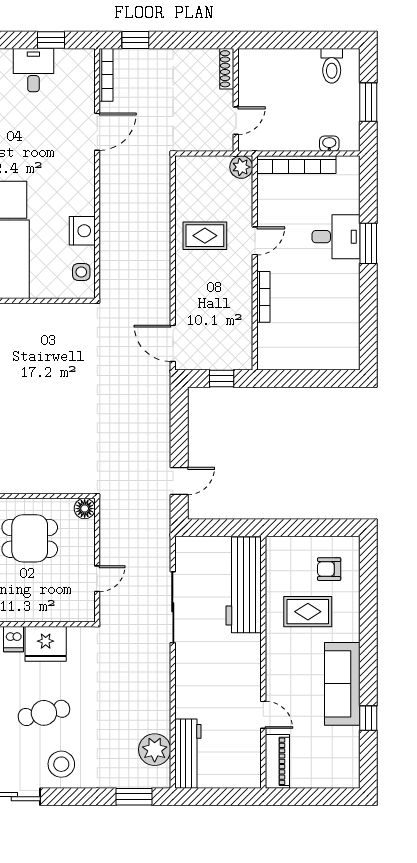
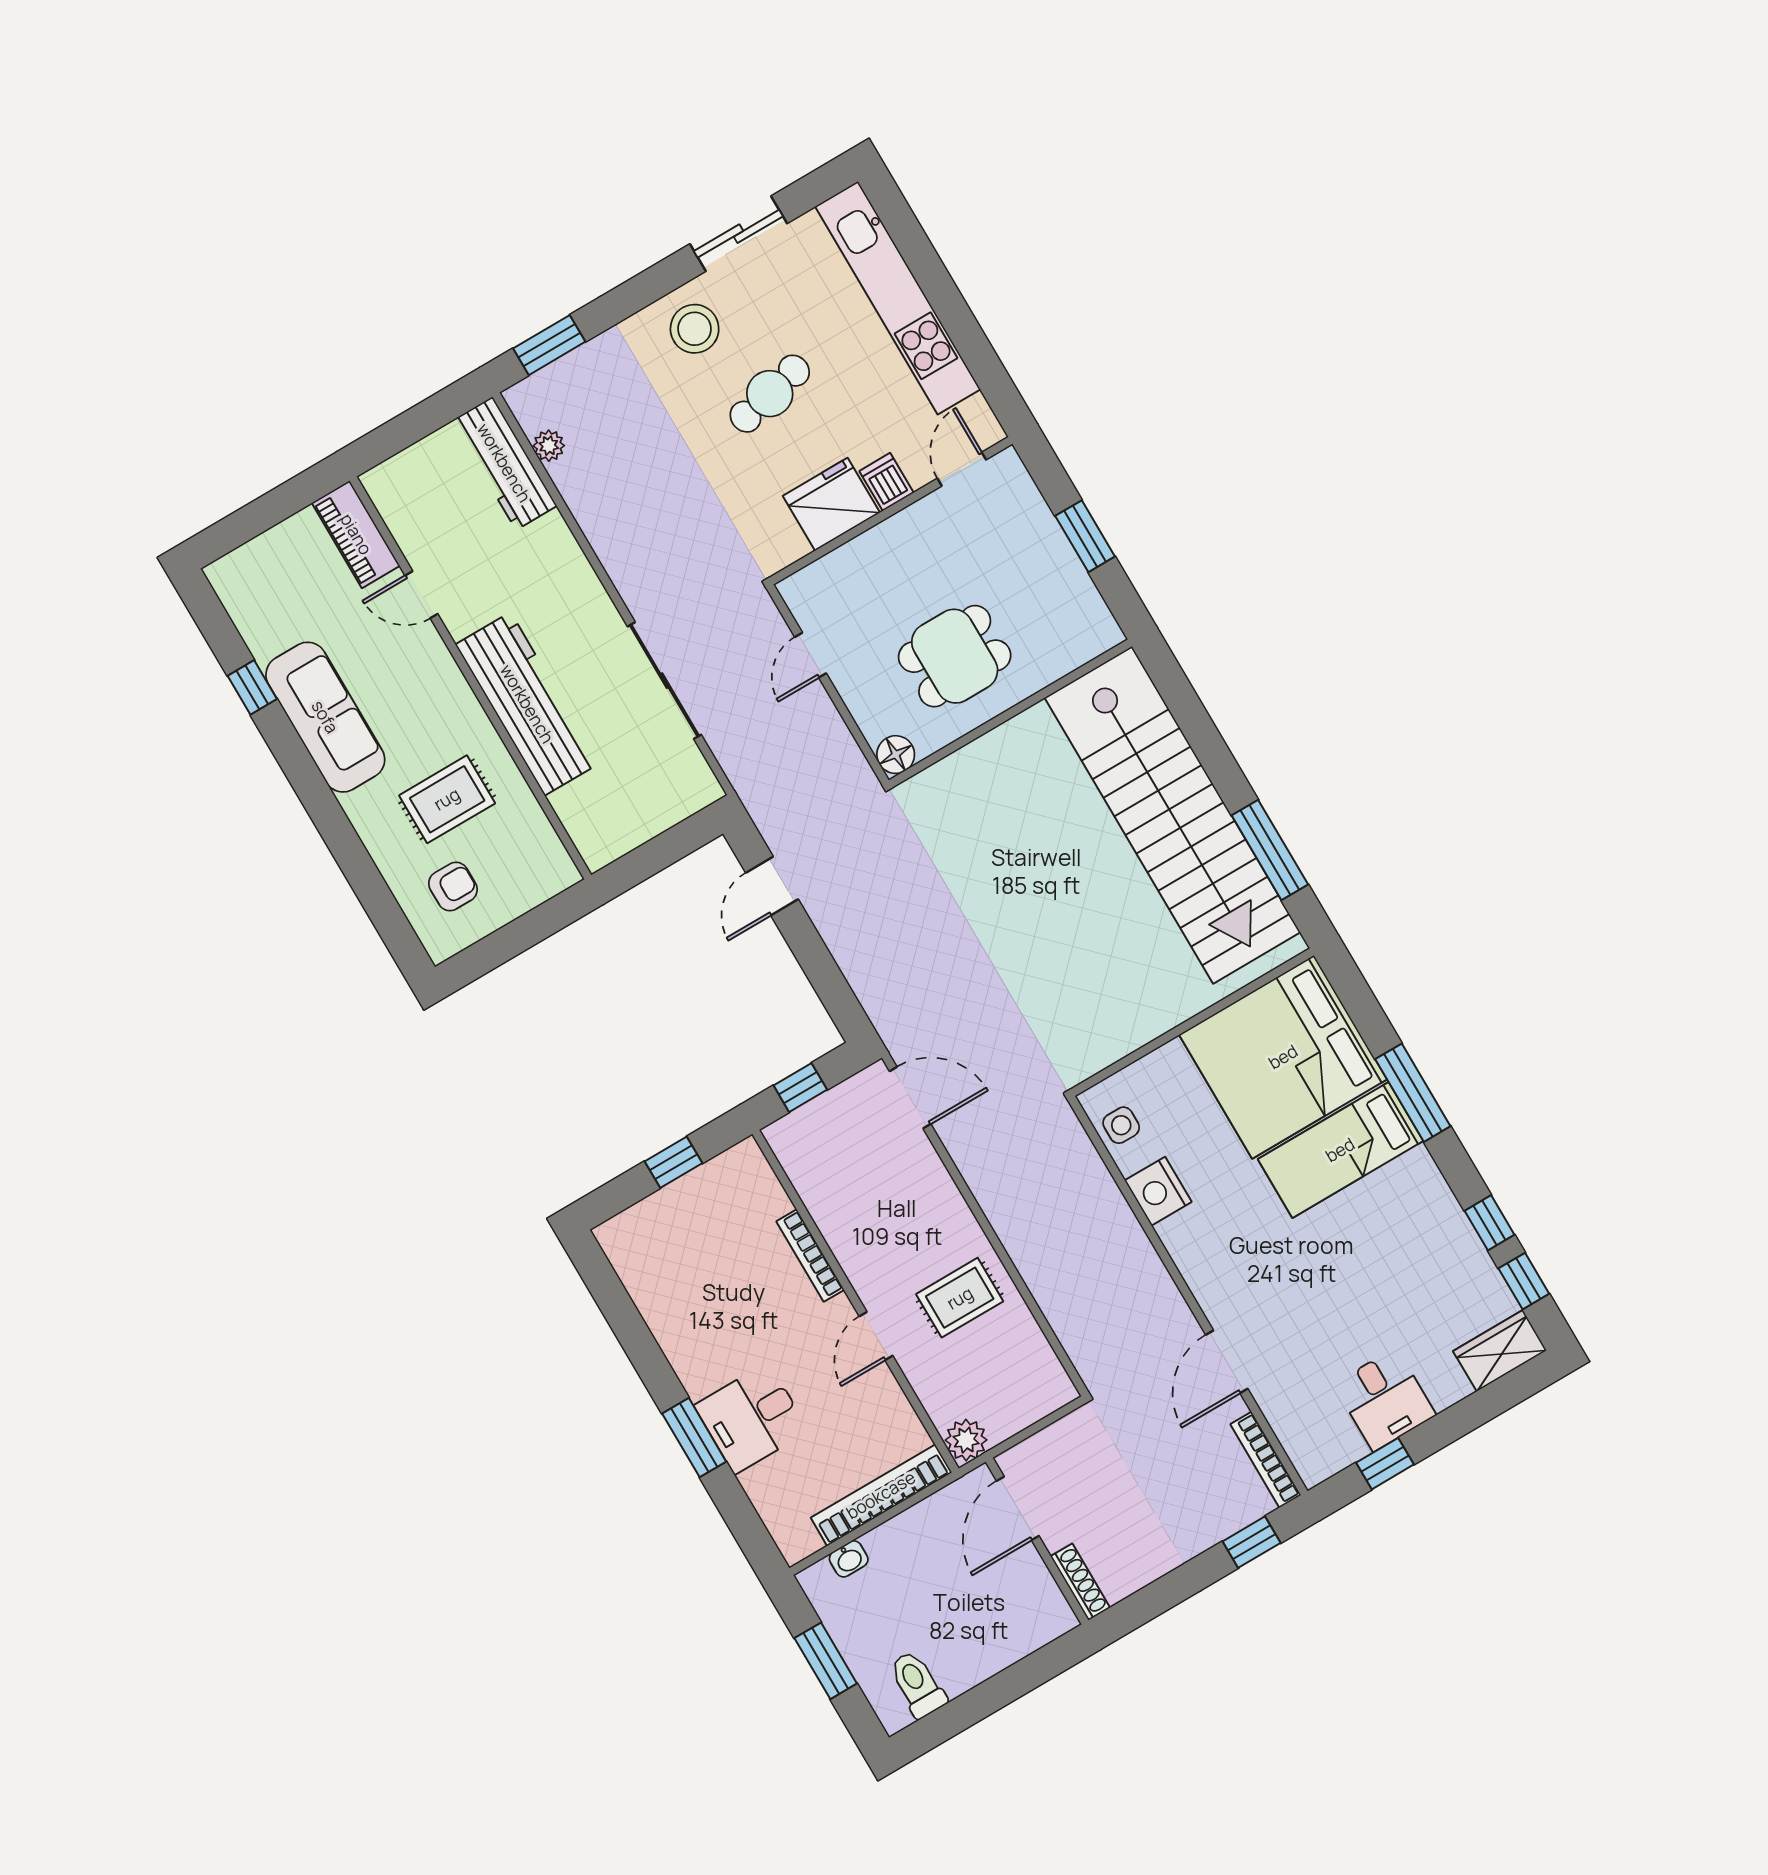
door: (236, 121) -> (1018, 1508), width x1.38
window: (302, 378) -> (674, 1162), added
workbench: (244, 585) -> (527, 704), moved
plant: (155, 750) -> (549, 446), width x0.53, depth x0.53

